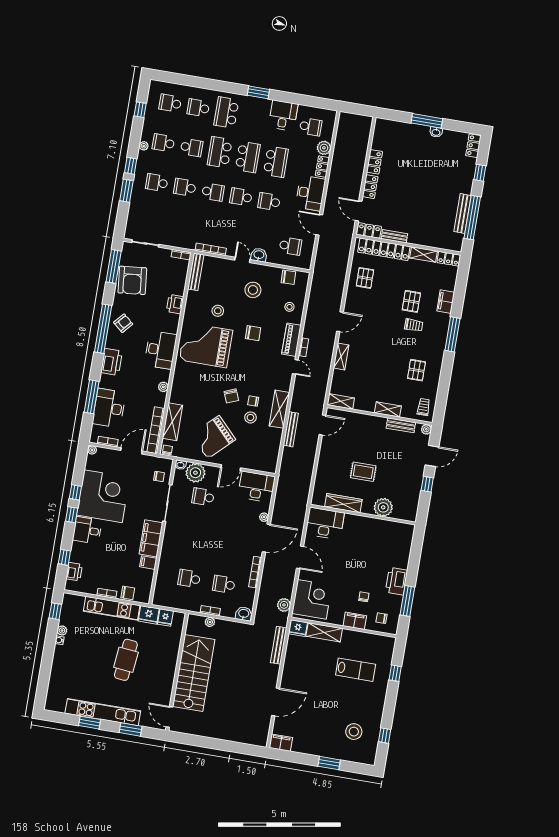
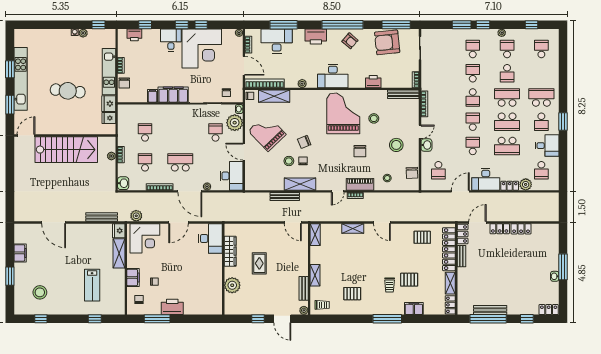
school desk: (198, 108) -> (541, 122), moved, turned 180
school desk: (231, 543) -> (180, 162), added
filing cabinet: (281, 743) -> (20, 253), moved

